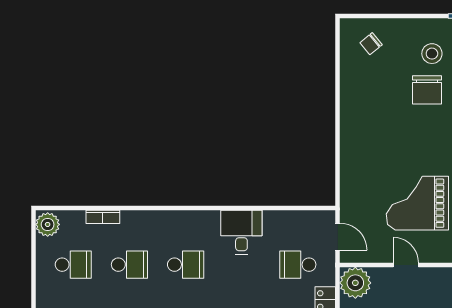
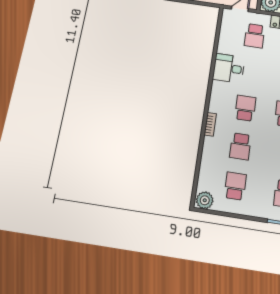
bookcase: (103, 217) -> (210, 124), moved
school desk: (129, 265) -> (240, 146), turned 180

